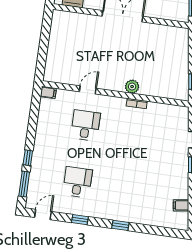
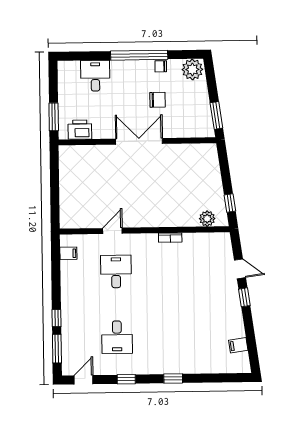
plant: (132, 87) -> (207, 219), moved
filing cabinet: (48, 93) -> (68, 253), moved
desk: (77, 182) -> (117, 337), turned 180

